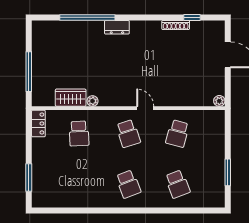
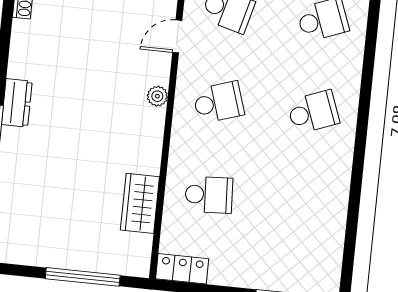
plant: (92, 101) -> (157, 96), moved
door: (145, 108) -> (177, 36), moved

